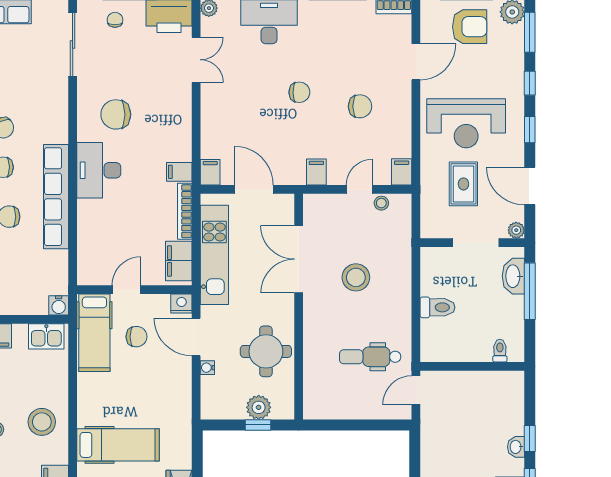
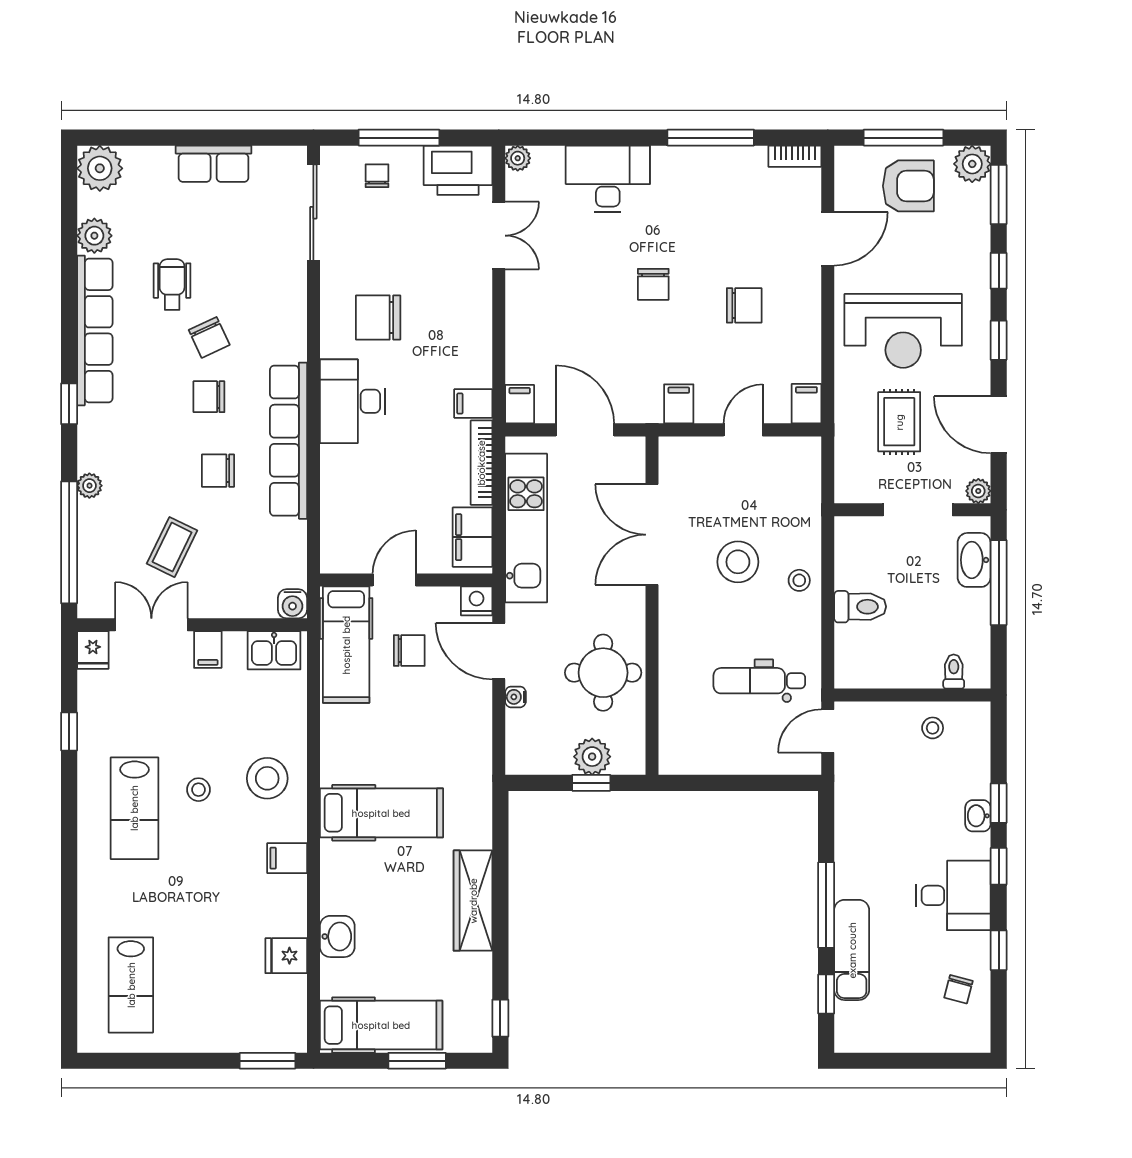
chair: (299, 92) -> (653, 284), turned 90
stool: (381, 203) -> (799, 580), moved
stool: (486, 388) -> (933, 728), added

